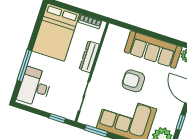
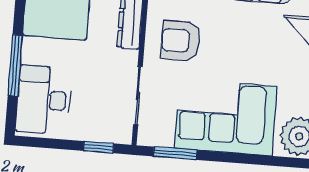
armchair: (133, 81) -> (181, 41), moved

